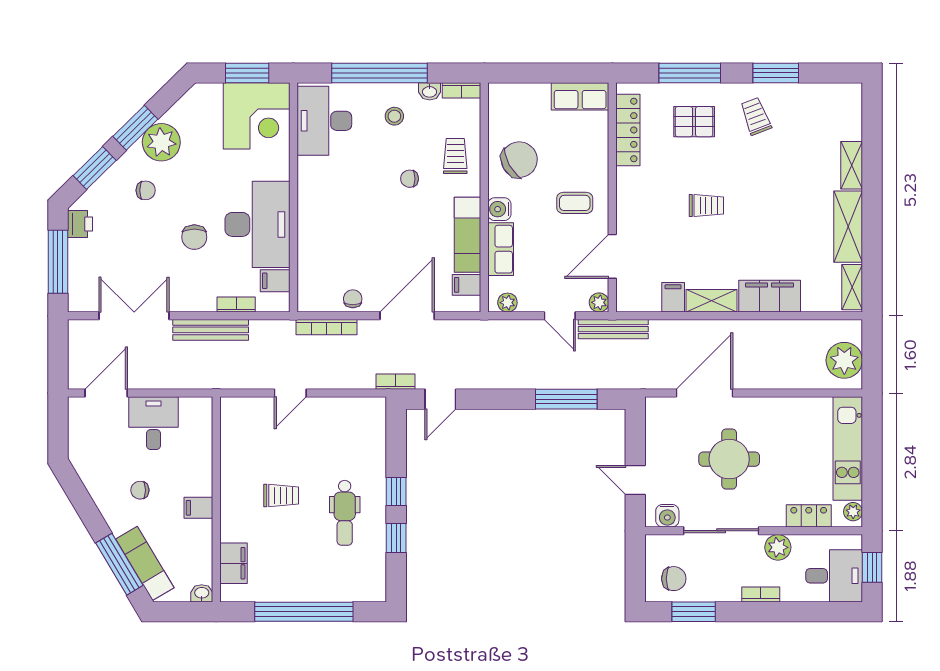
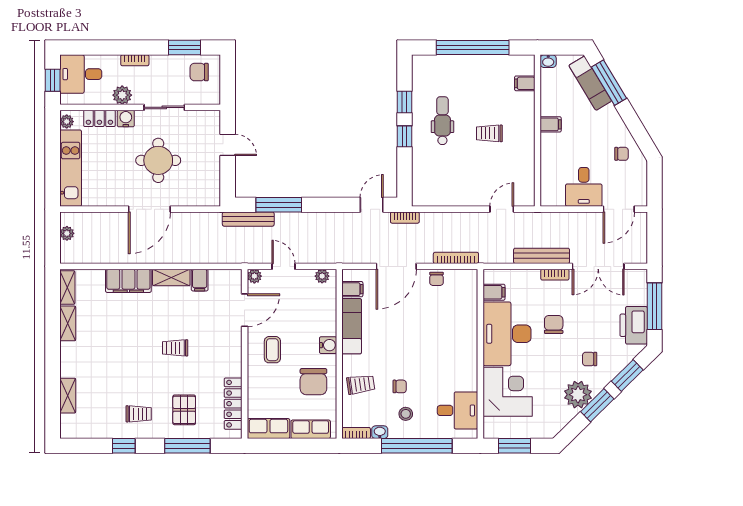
window: (776, 73) -> (124, 446), width x0.67
corner desk: (257, 116) -> (508, 392), moved, turned 90
trolley: (756, 116) -> (139, 414), turned -69
desk: (324, 121) -> (458, 410), width x0.73
pallet: (694, 122) -> (184, 410), turned 90
trolley: (455, 156) -> (361, 384), turned -98
chair: (519, 160) -> (313, 382), turned -61
shelving: (852, 165) -> (68, 396), moved
chair: (410, 179) -> (400, 386), moved
coffee table: (575, 203) -> (272, 350), turned 90
printer: (80, 224) -> (634, 325), width x1.87, depth x1.48
shelving: (848, 227) -> (68, 323), width x0.67, depth x0.75
row of seats: (501, 249) -> (311, 429), moved, turned 90
bookcase: (236, 305) -> (555, 275), moved
bench: (613, 329) -> (248, 219), moved
plant: (844, 360) -> (67, 233), width x0.53, depth x0.53
door: (290, 393) -> (502, 209), moved
door: (704, 393) -> (149, 209), moved
chair: (140, 490) -> (621, 154), moved
water cooler: (667, 516) -> (126, 119), moved
sliding door: (721, 531) -> (164, 107), width x0.73
filing cabinet: (233, 563) -> (525, 83), width x0.50

